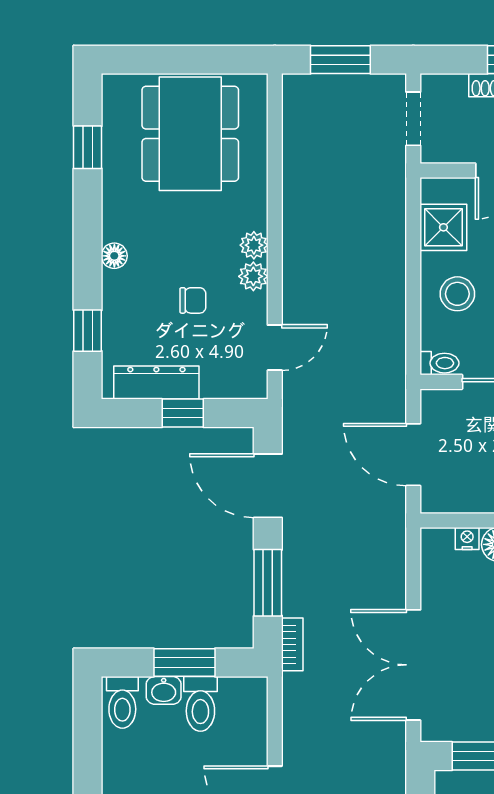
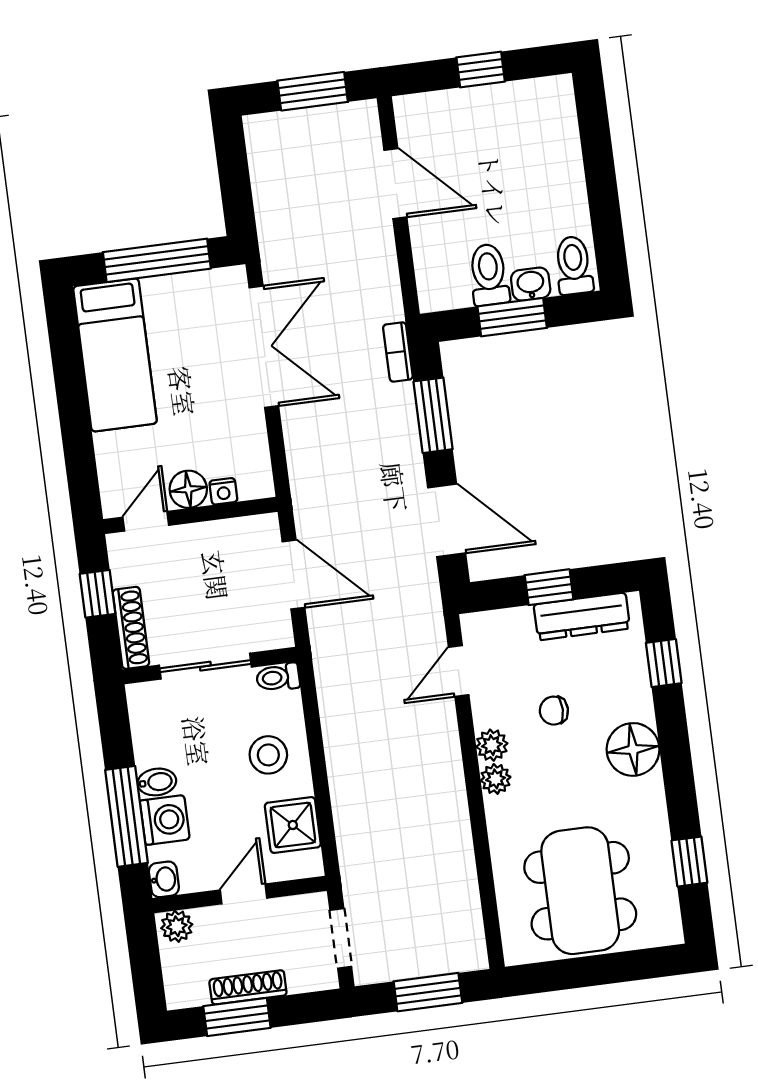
floor lamp: (114, 256) -> (633, 749), width x1.89, depth x1.89

